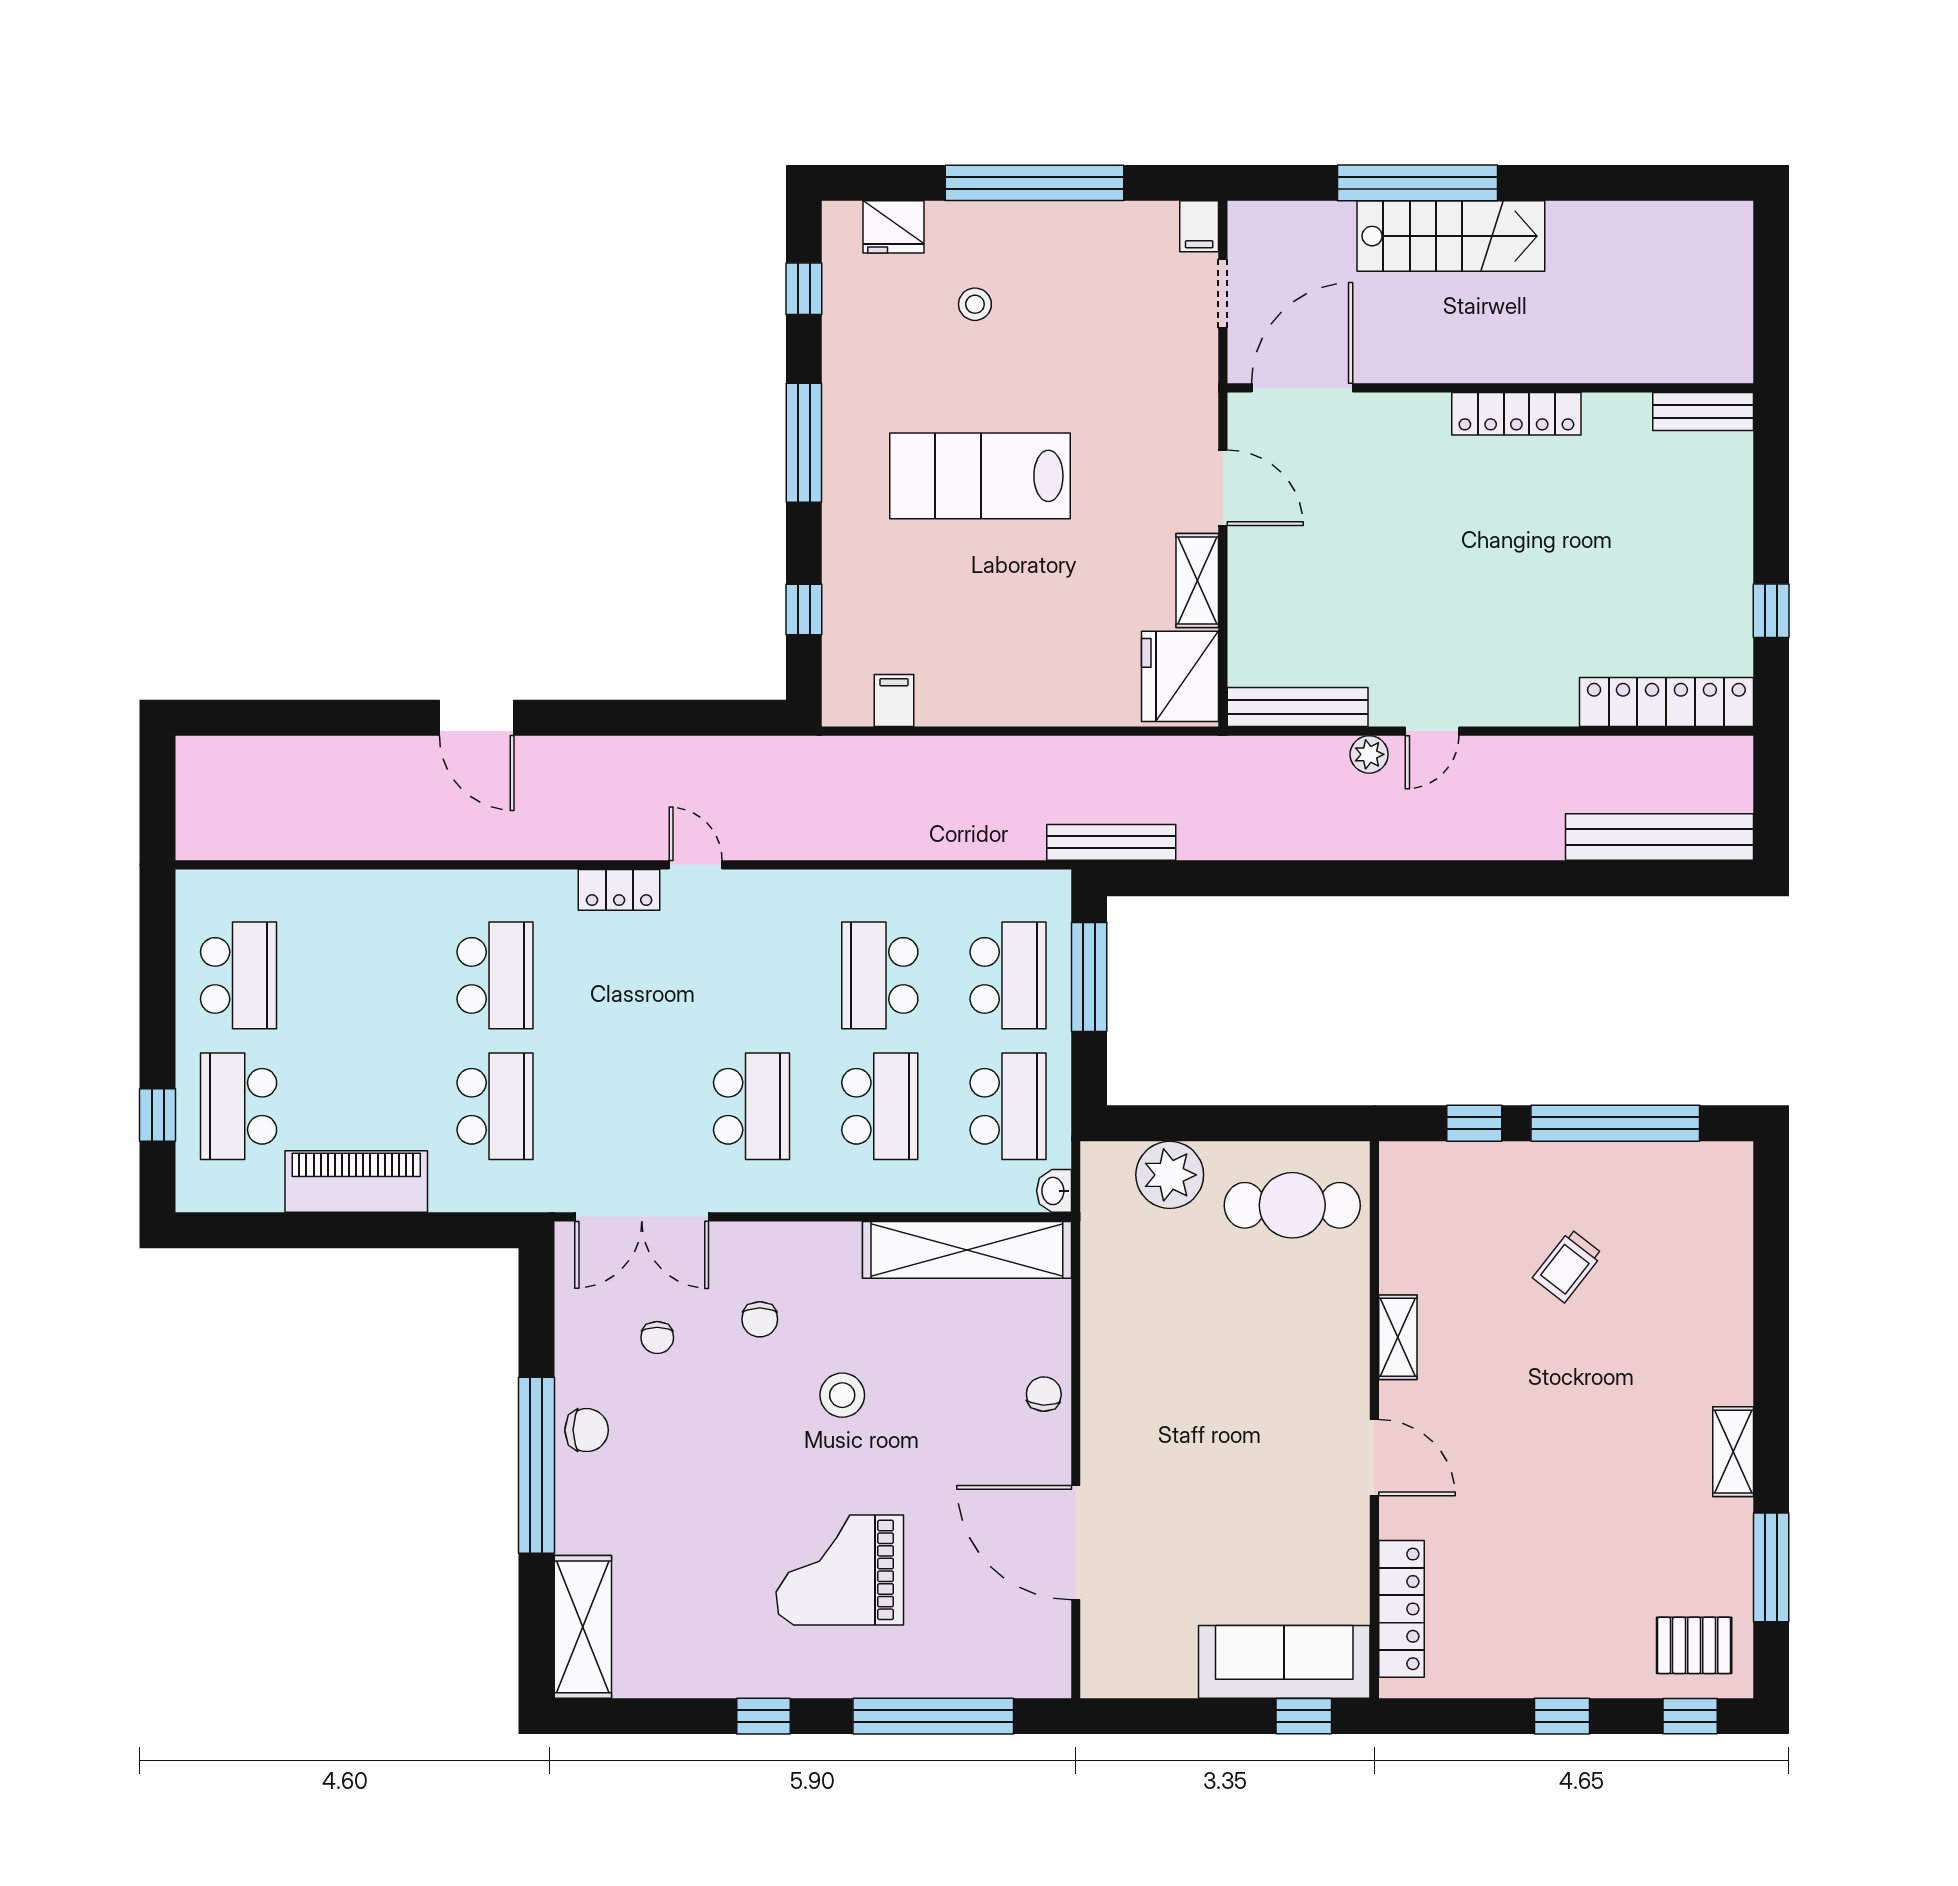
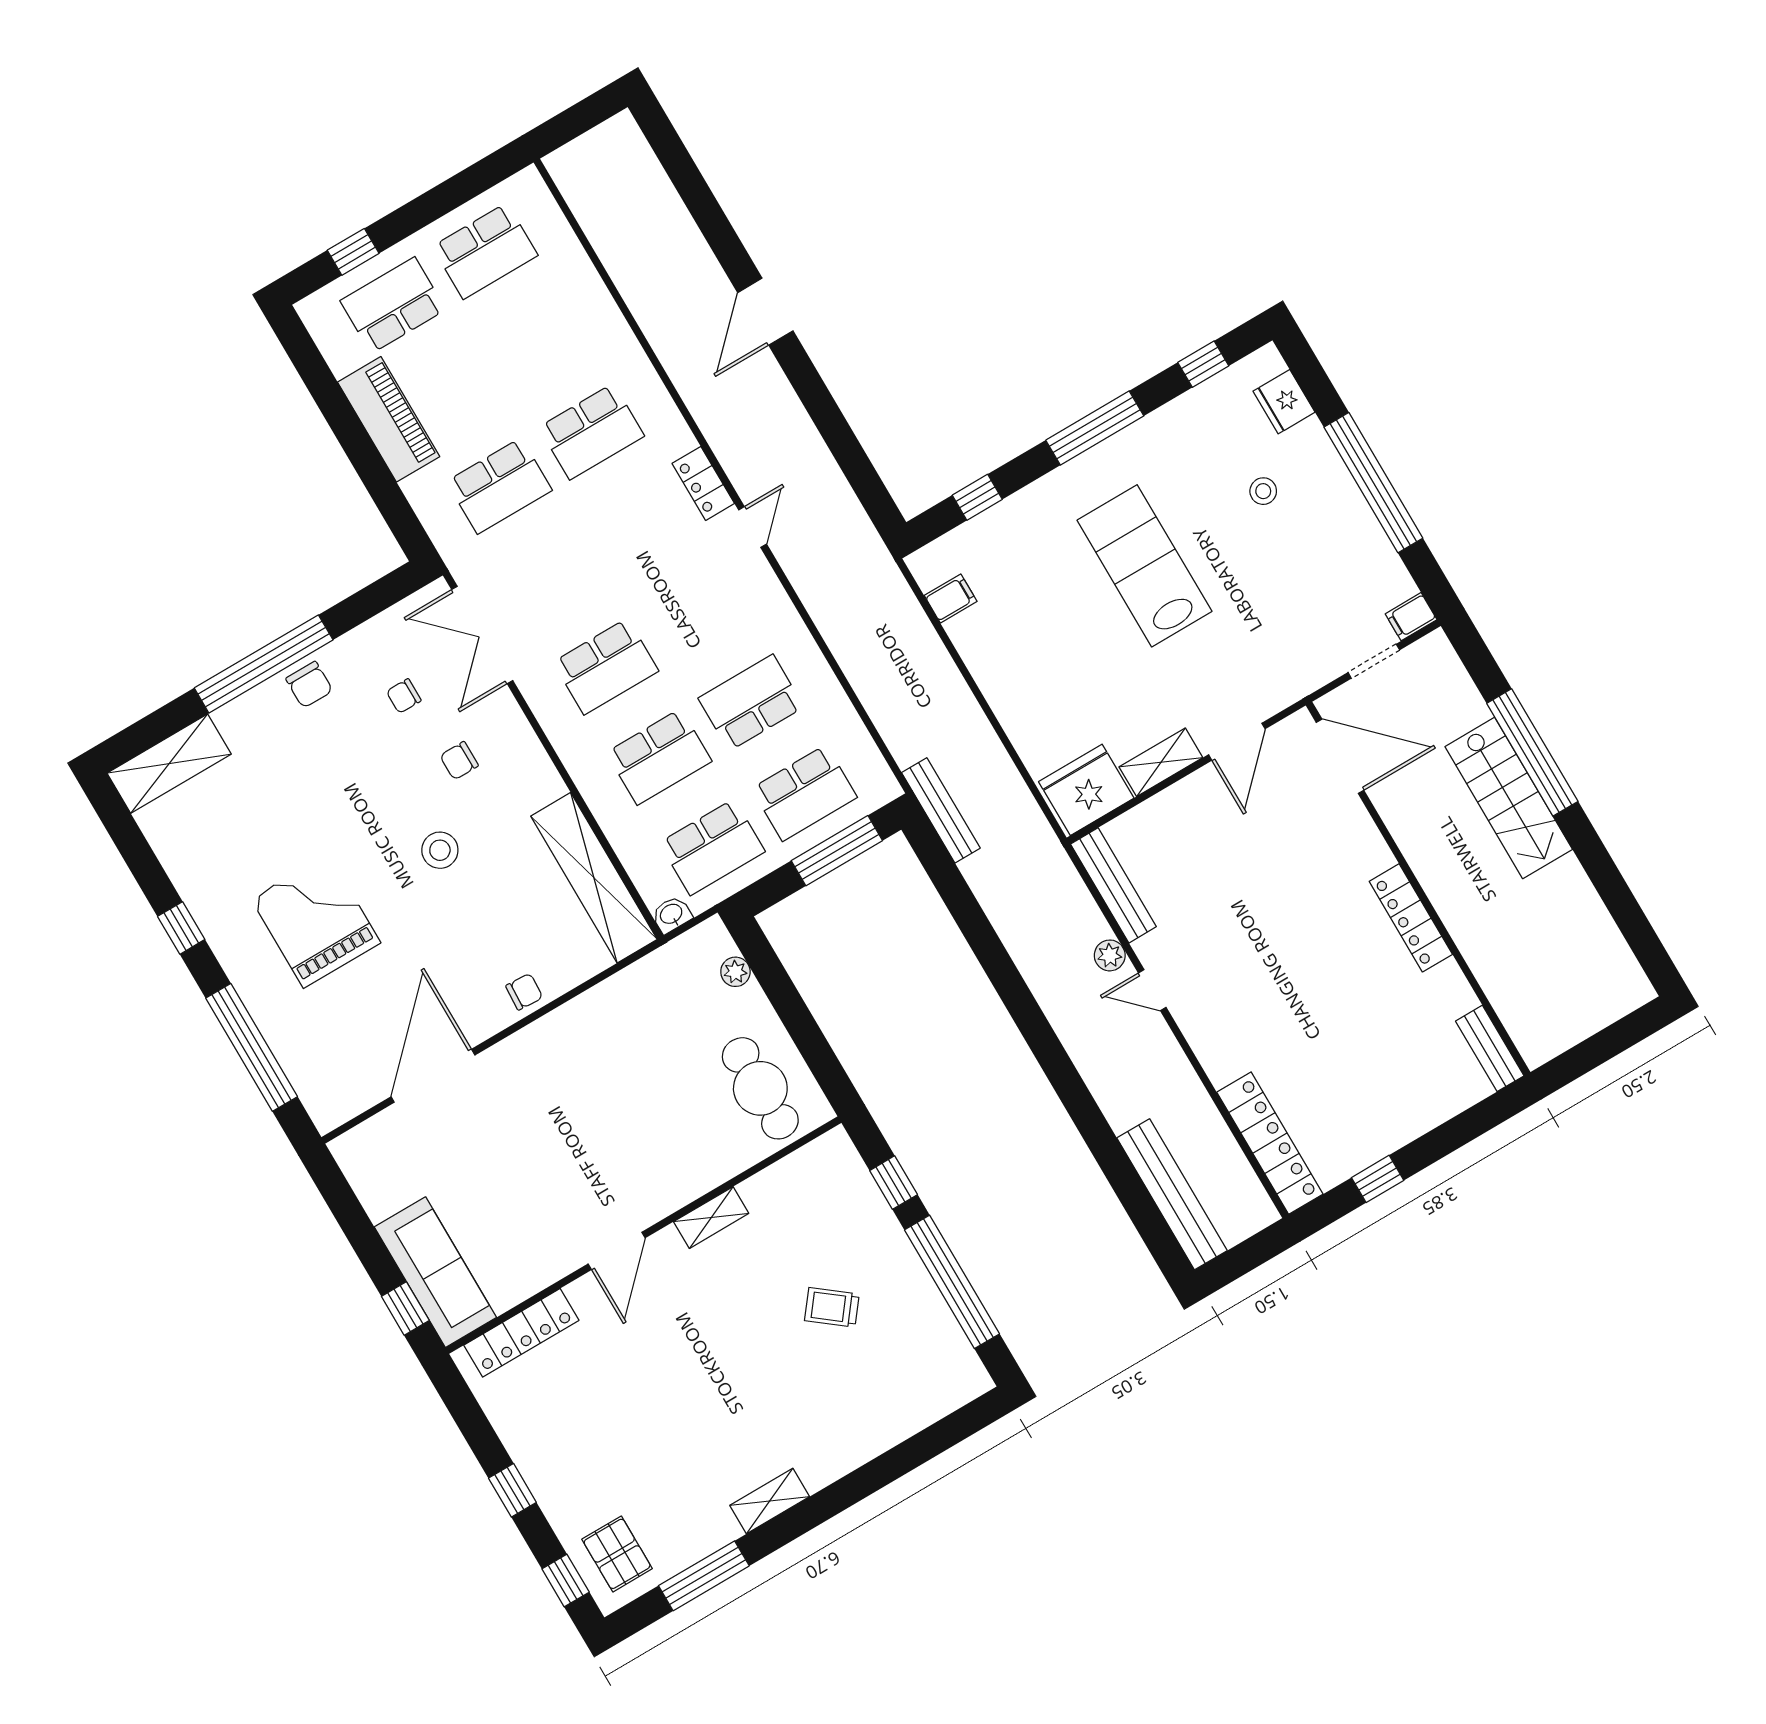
plant: (1170, 1175) -> (735, 972), width x0.53, depth x0.53

